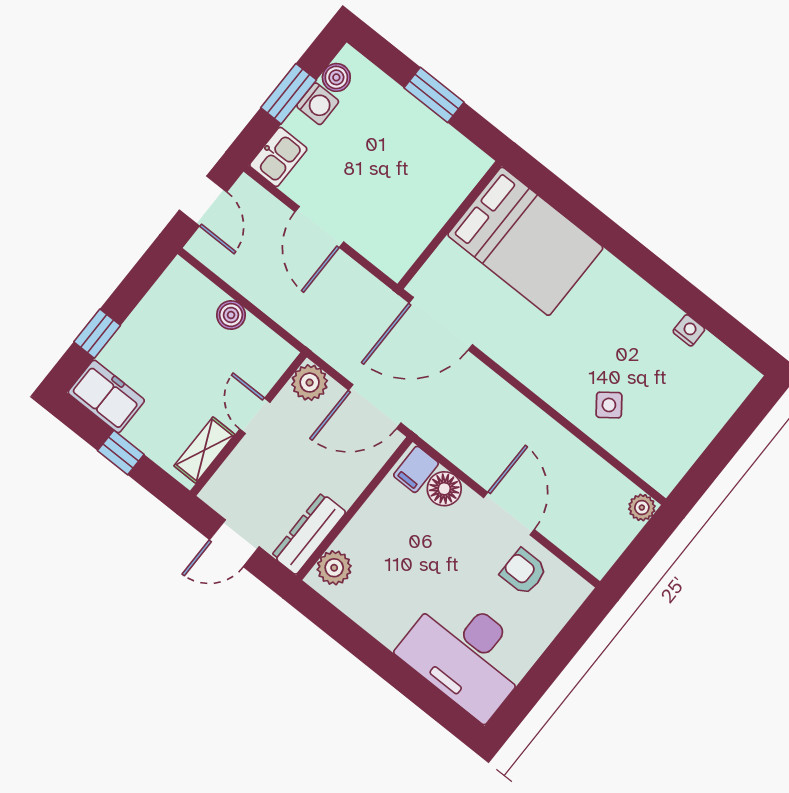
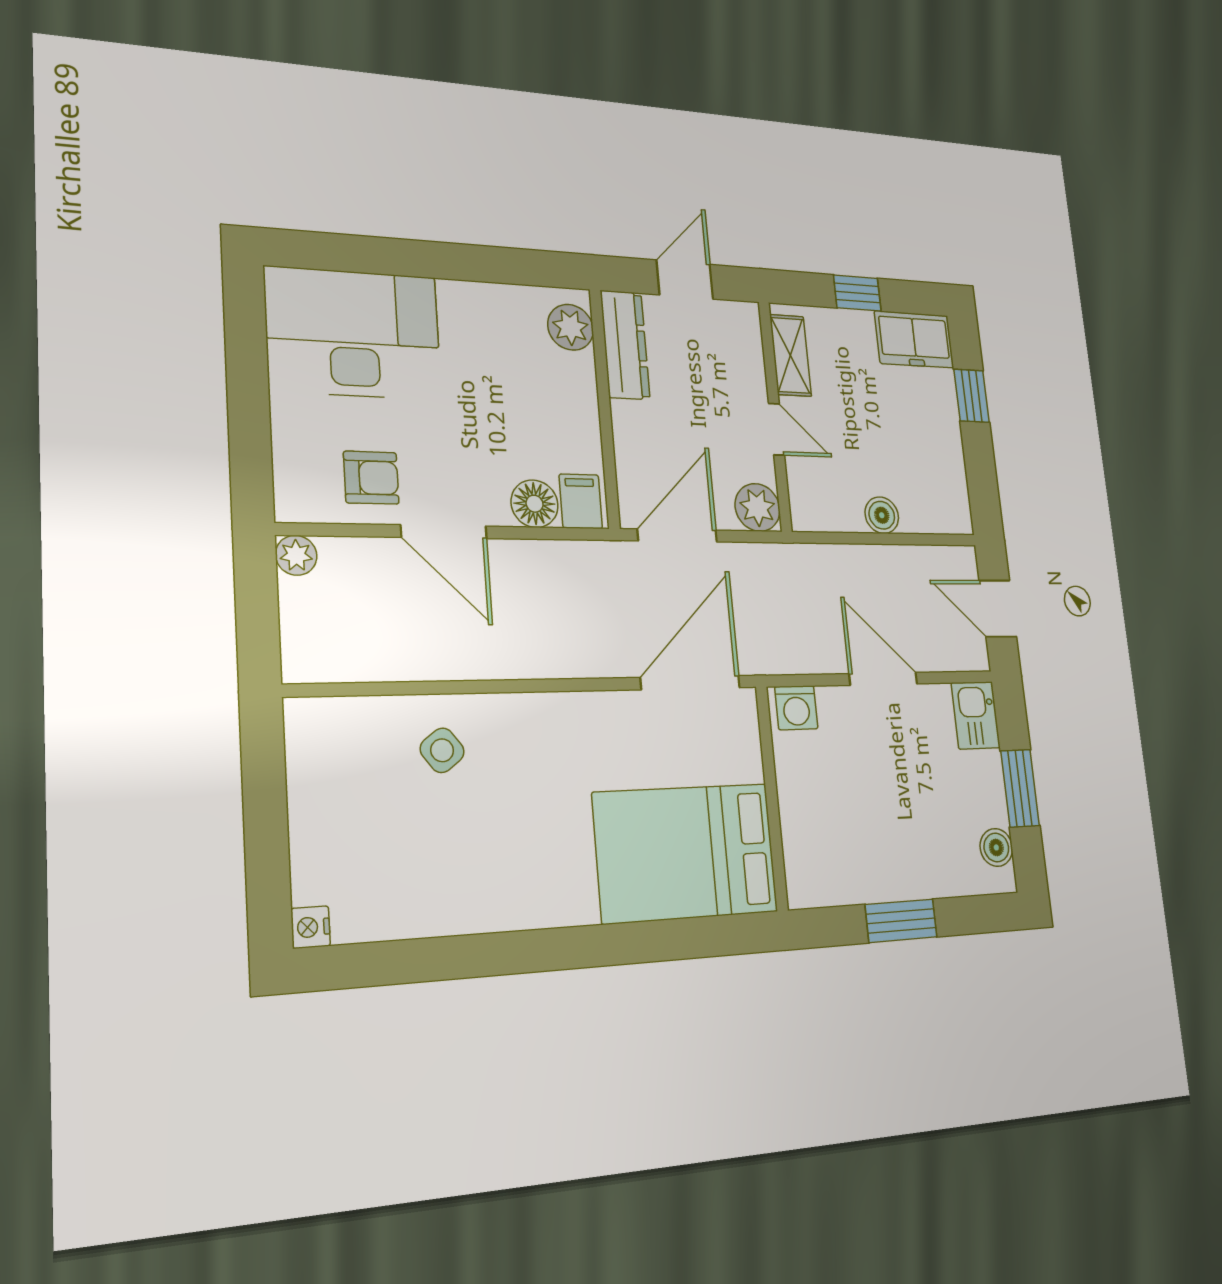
washing machine: (318, 104) -> (796, 708), moved, turned -90
nightstand: (689, 330) -> (311, 927), moved, turned 90
plant: (642, 508) -> (296, 555), moved

